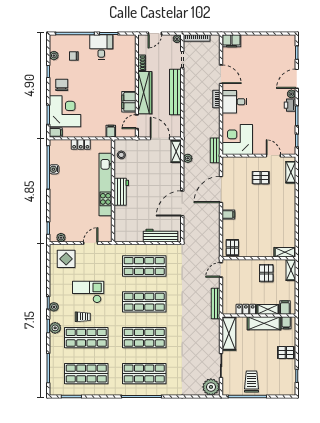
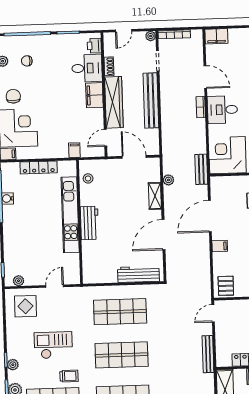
printer: (130, 45) -> (94, 46), added
desk: (101, 47) -> (87, 68), moved, turned 90
filing cabinet: (129, 102) -> (94, 95), moved
locker: (81, 144) -> (39, 167), width x1.53
shelving: (176, 152) -> (155, 196), moved
trolley: (83, 317) -> (69, 376), moved

